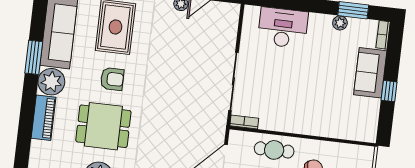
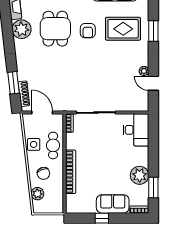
plant: (340, 23) -> (140, 175), width x1.88, depth x1.88
desk: (283, 28) -> (136, 130), moved
bookcase: (316, 129) -> (71, 172), added

